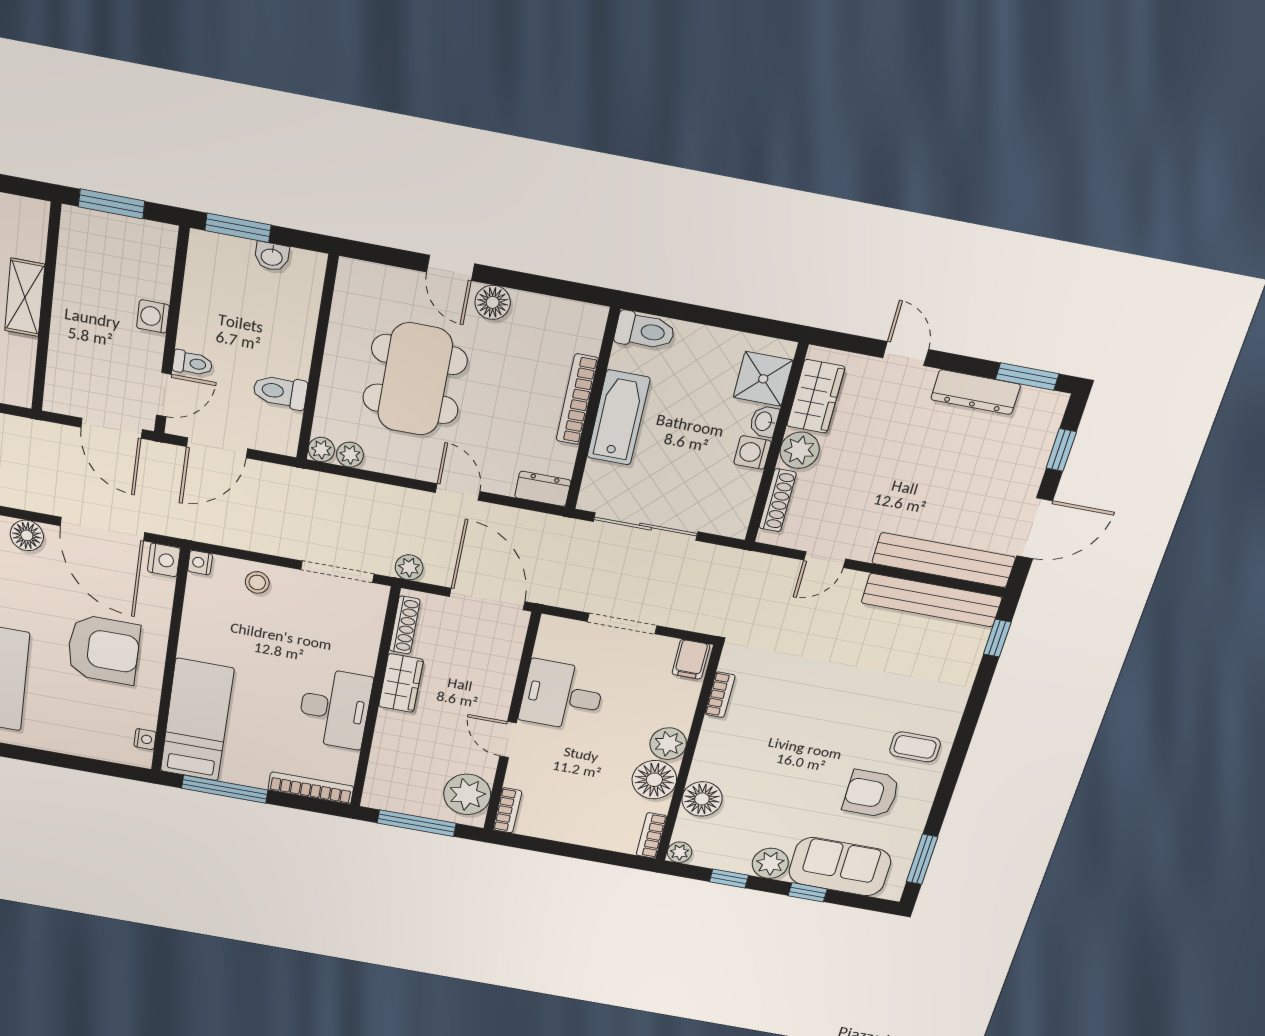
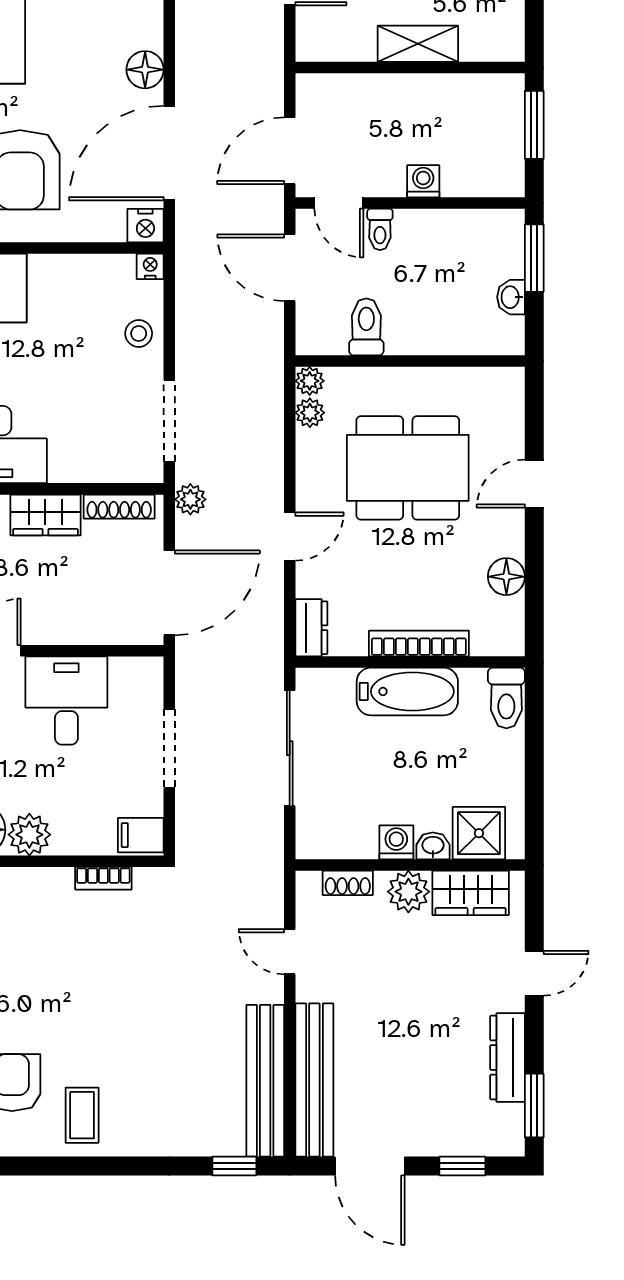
floor lamp: (493, 302) -> (506, 577), moved
shoe rack: (778, 500) -> (348, 883), width x0.70

